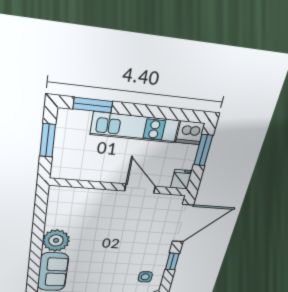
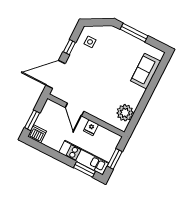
kitchen unit: (135, 127) -> (84, 158), moved
fridge: (181, 179) -> (91, 128), moved
plant: (56, 240) -> (125, 113), moved

